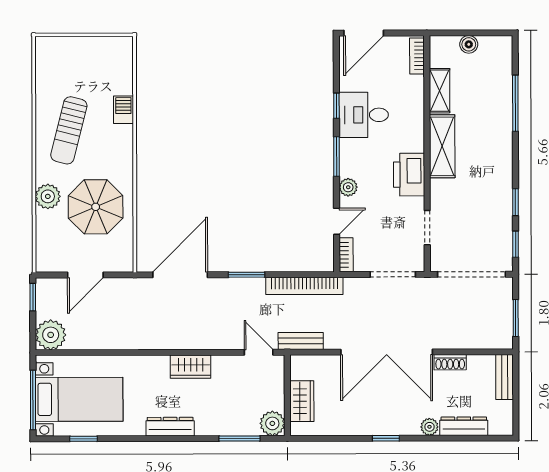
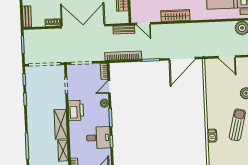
parasol: (96, 207) -> (223, 89), removed
door: (85, 275) -> (227, 57), swing flipped
wardrobe: (191, 367) -> (175, 16), width x1.50

